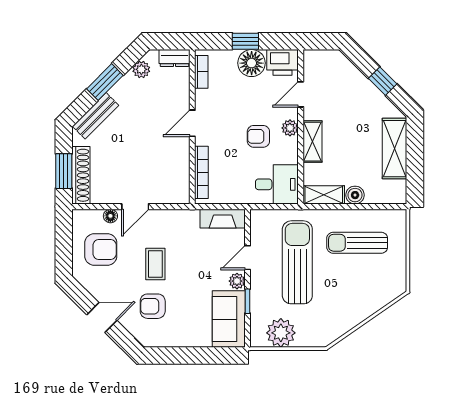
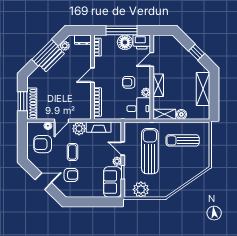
window: (245, 41) -> (122, 30), width x2.17
window: (105, 82) -> (45, 53), width x1.44
bench: (96, 116) -> (52, 59), moved
plant: (290, 128) -> (146, 92), moved
fireplace: (223, 219) -> (99, 127), moved
plant: (167, 221) -> (79, 129), added
armchair: (101, 250) -> (43, 144), turned 180
door: (247, 258) -> (123, 149), hinge flipped
armchair: (153, 306) -> (71, 175), turned 180

